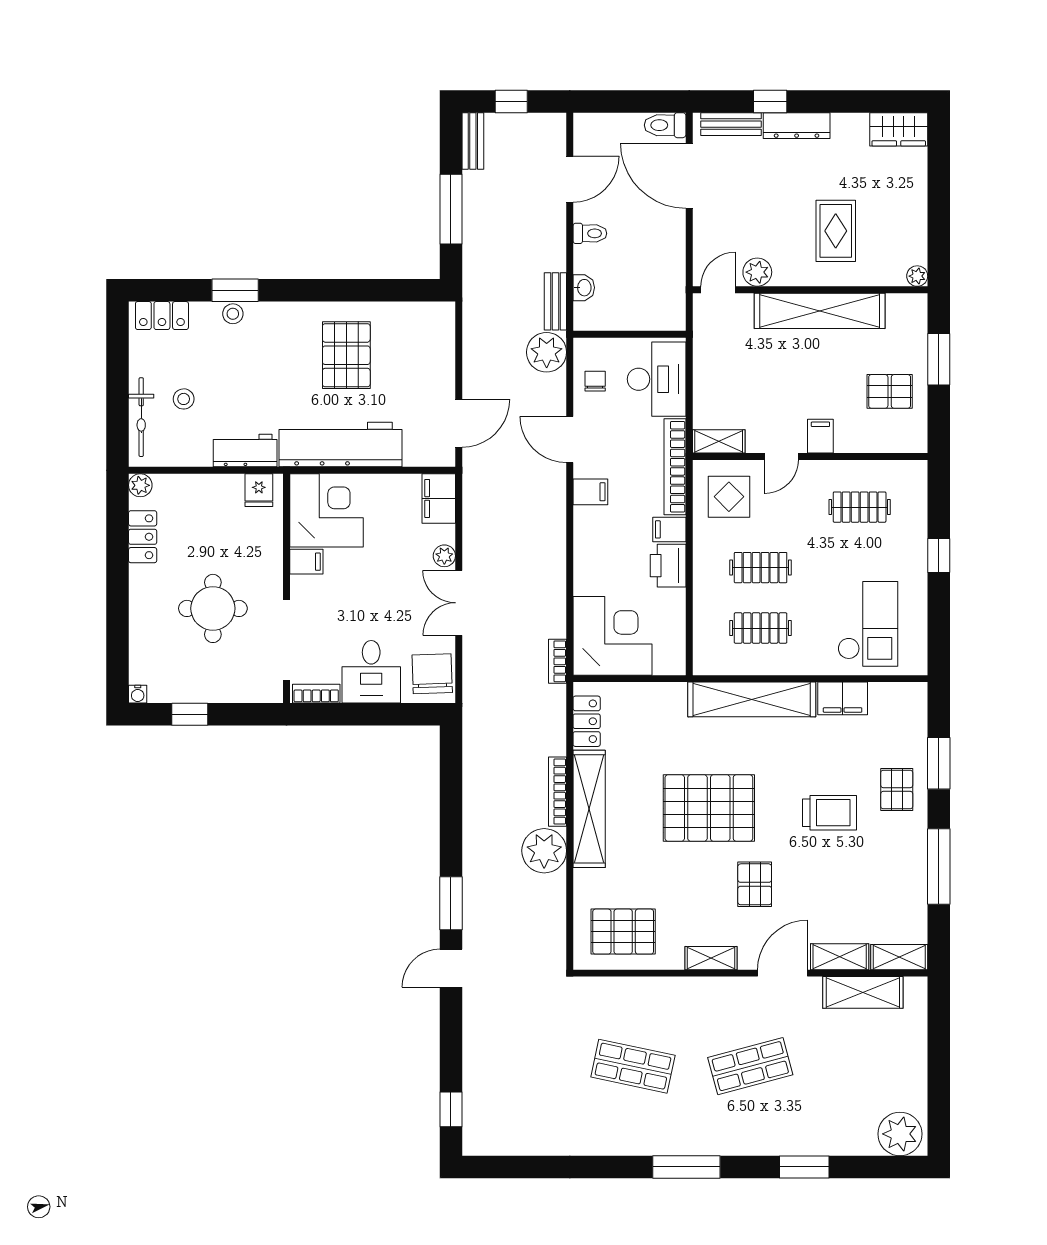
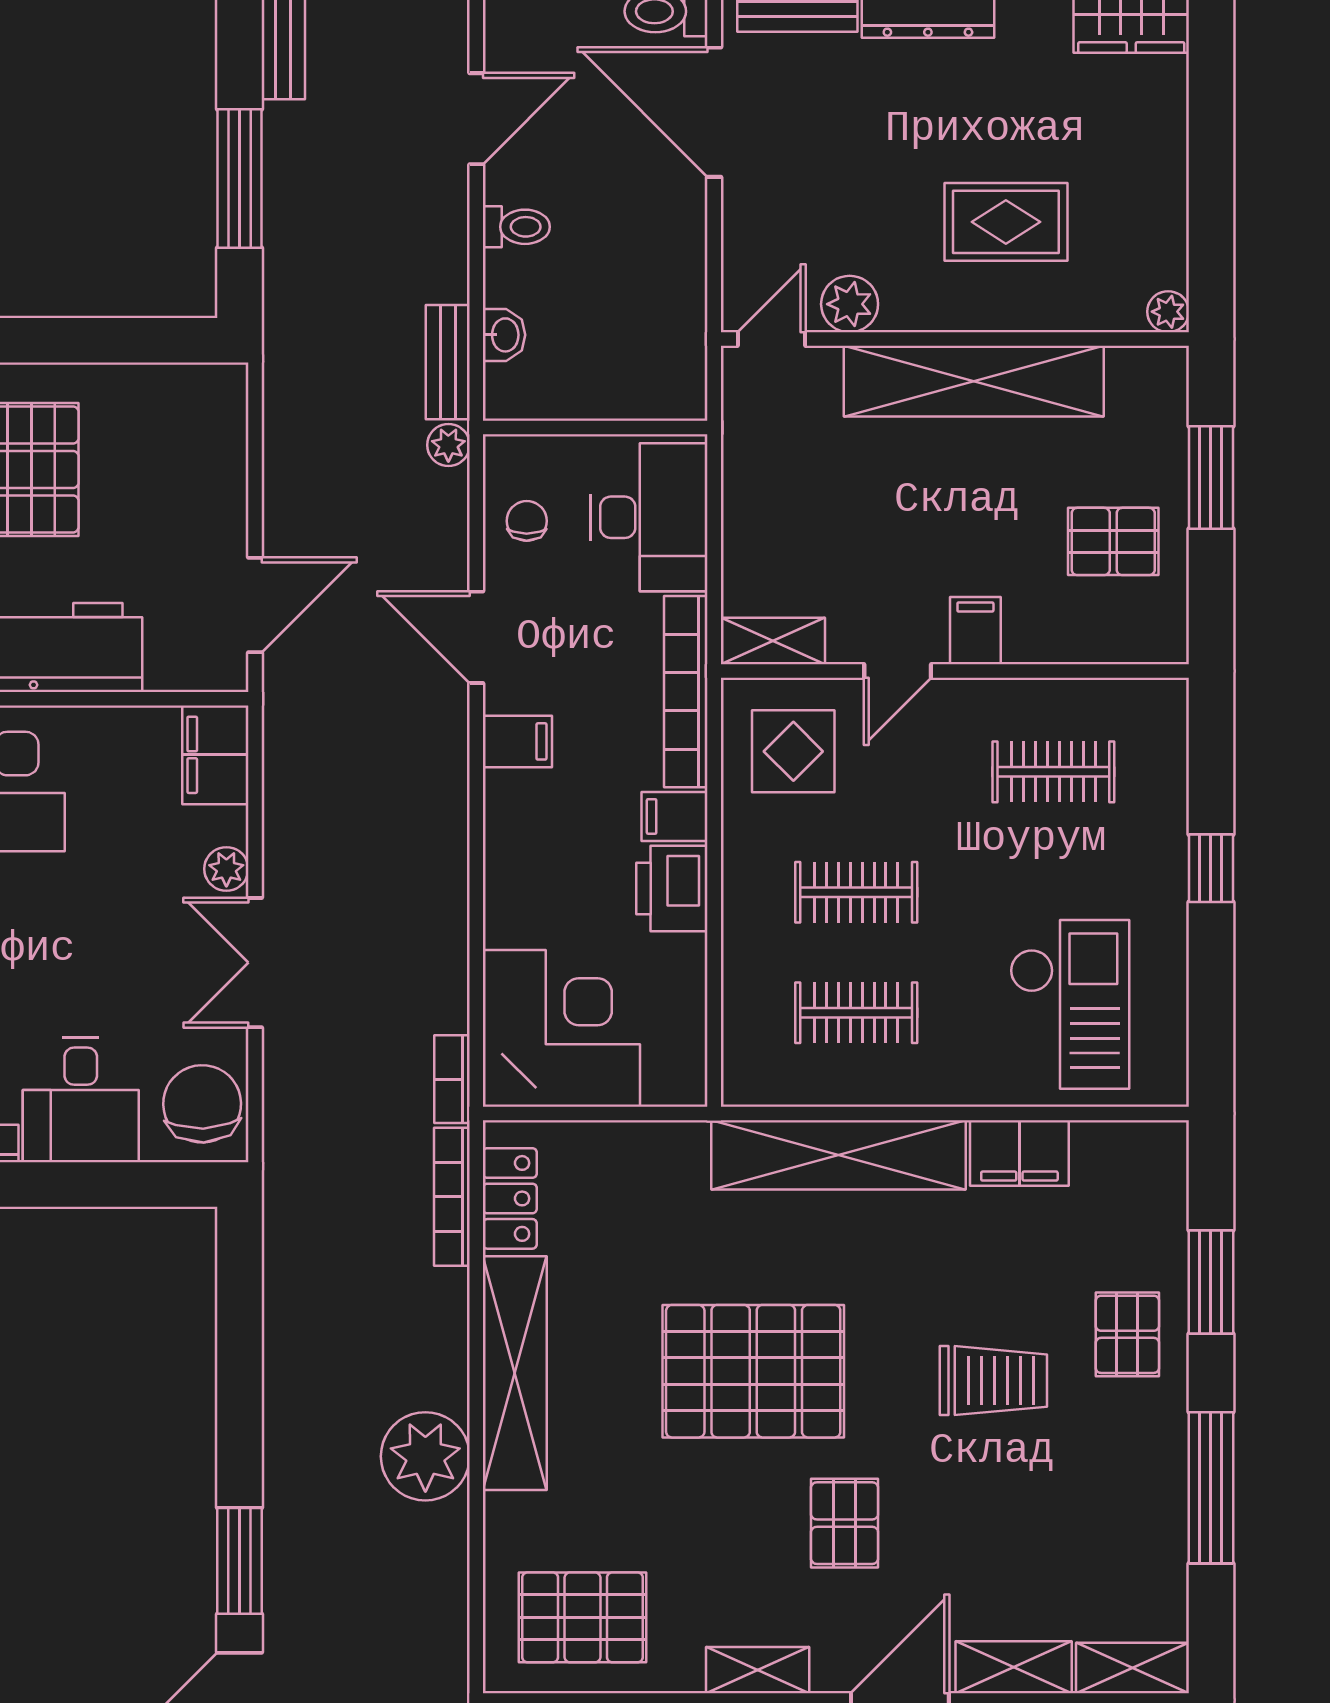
rug: (836, 231) -> (1006, 222), turned 90
plant: (547, 352) -> (448, 445), width x0.53, depth x0.53
bookcase: (558, 792) -> (452, 1197), moved

